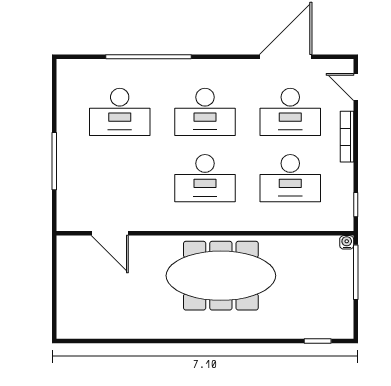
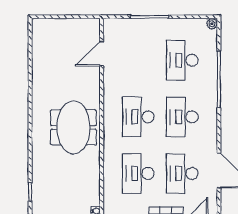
plant: (65, 67) -> (212, 24), added
meeting table: (221, 276) -> (73, 127), width x0.73

